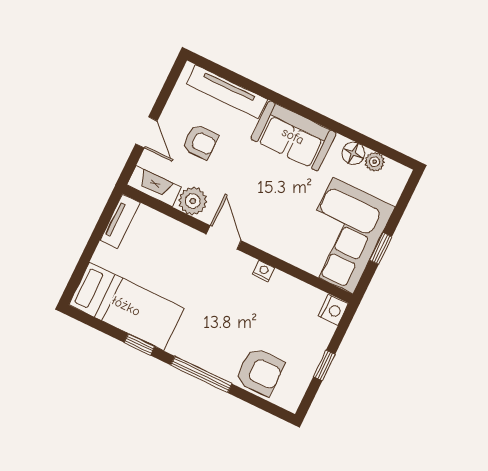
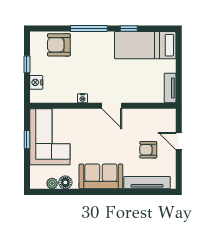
fireplace: (154, 186) -> (161, 115), removed
plant: (193, 201) -> (137, 117), removed
nightstand: (333, 310) -> (36, 82), moved

